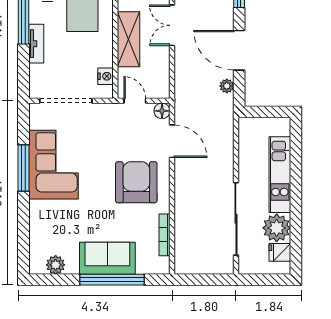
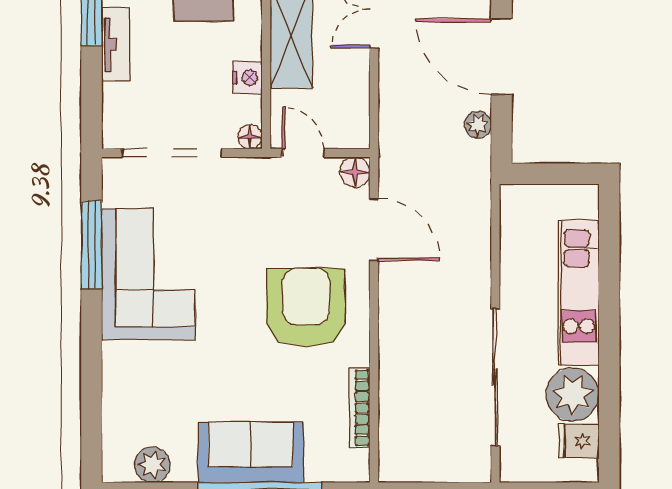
nightstand: (106, 76) -> (247, 78), moved
floor lamp: (107, 92) -> (250, 137), added
window: (23, 168) -> (91, 245), moved

